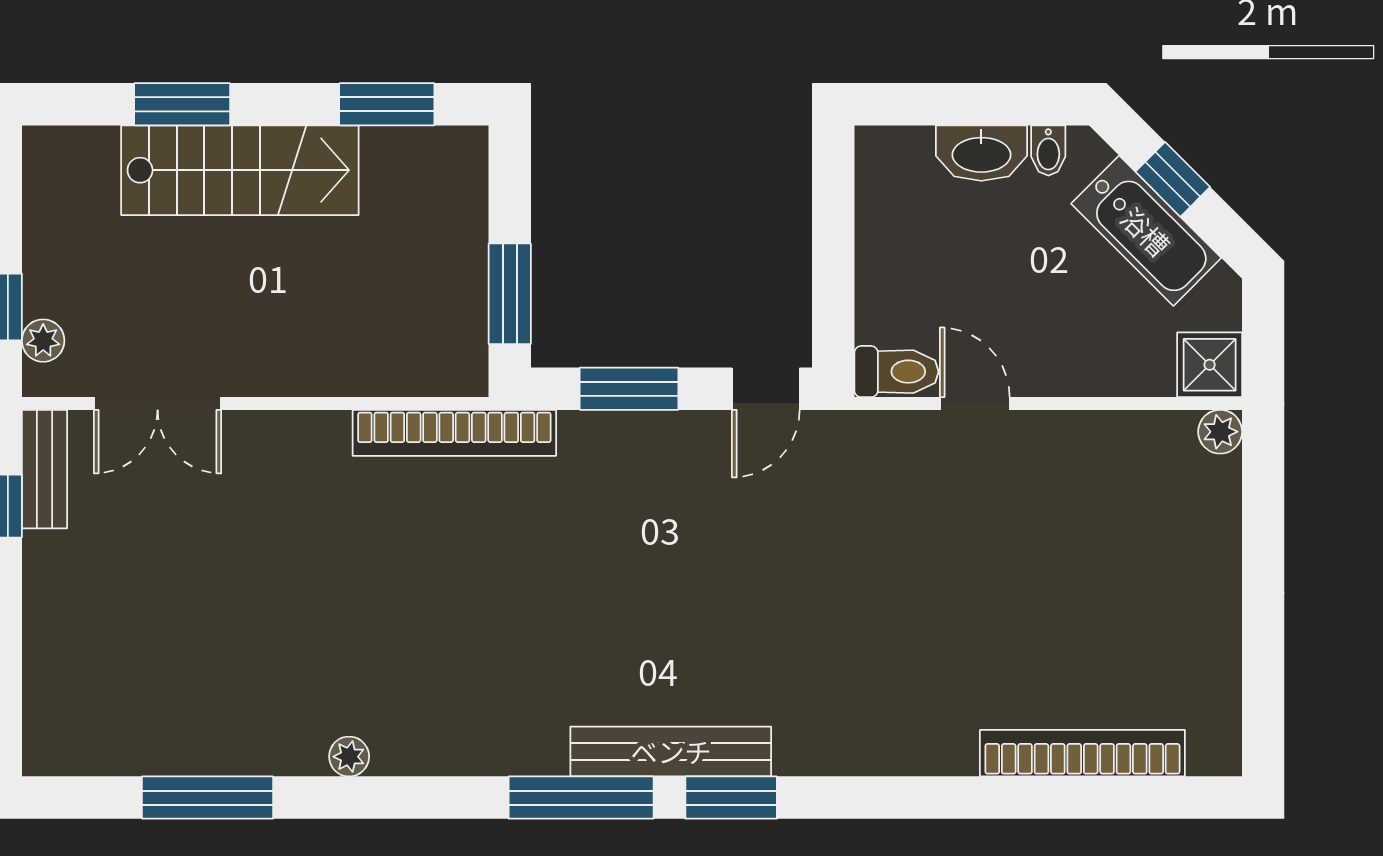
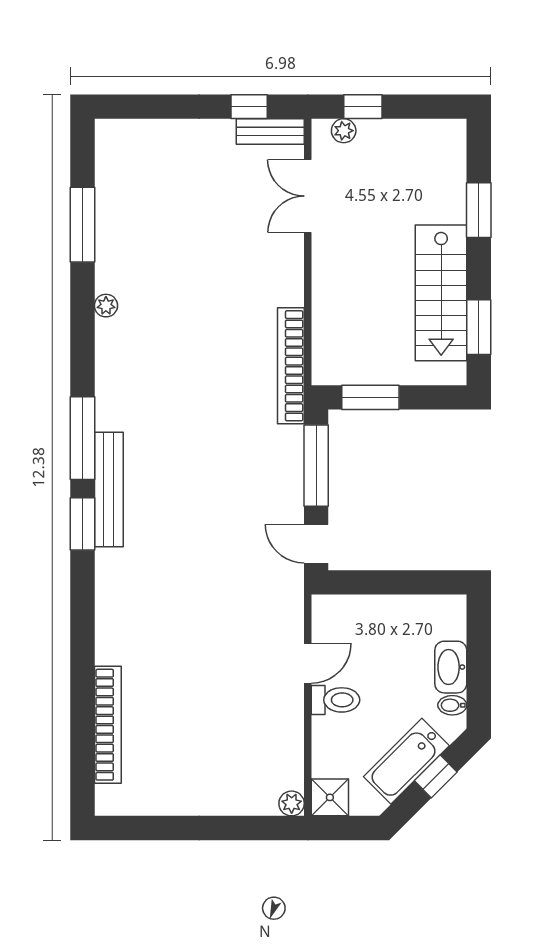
stairs: (240, 170) -> (441, 293), moved
toilet: (896, 372) -> (335, 700), moved, turned -90
window: (629, 389) -> (316, 466), width x1.44

